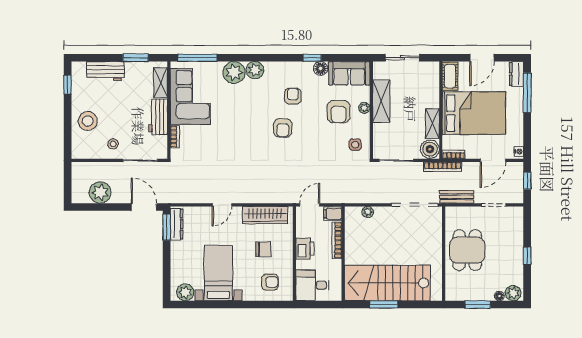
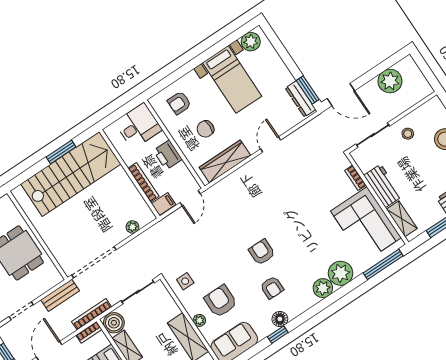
floor lamp: (320, 68) -> (280, 319), moved

